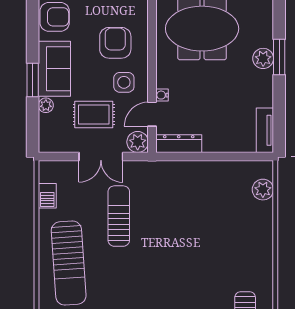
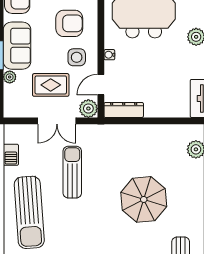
armchair: (115, 43) -> (69, 23), turned 90
water cooler: (162, 95) -> (109, 55), moved
parasol: (202, 248) -> (144, 199), added

